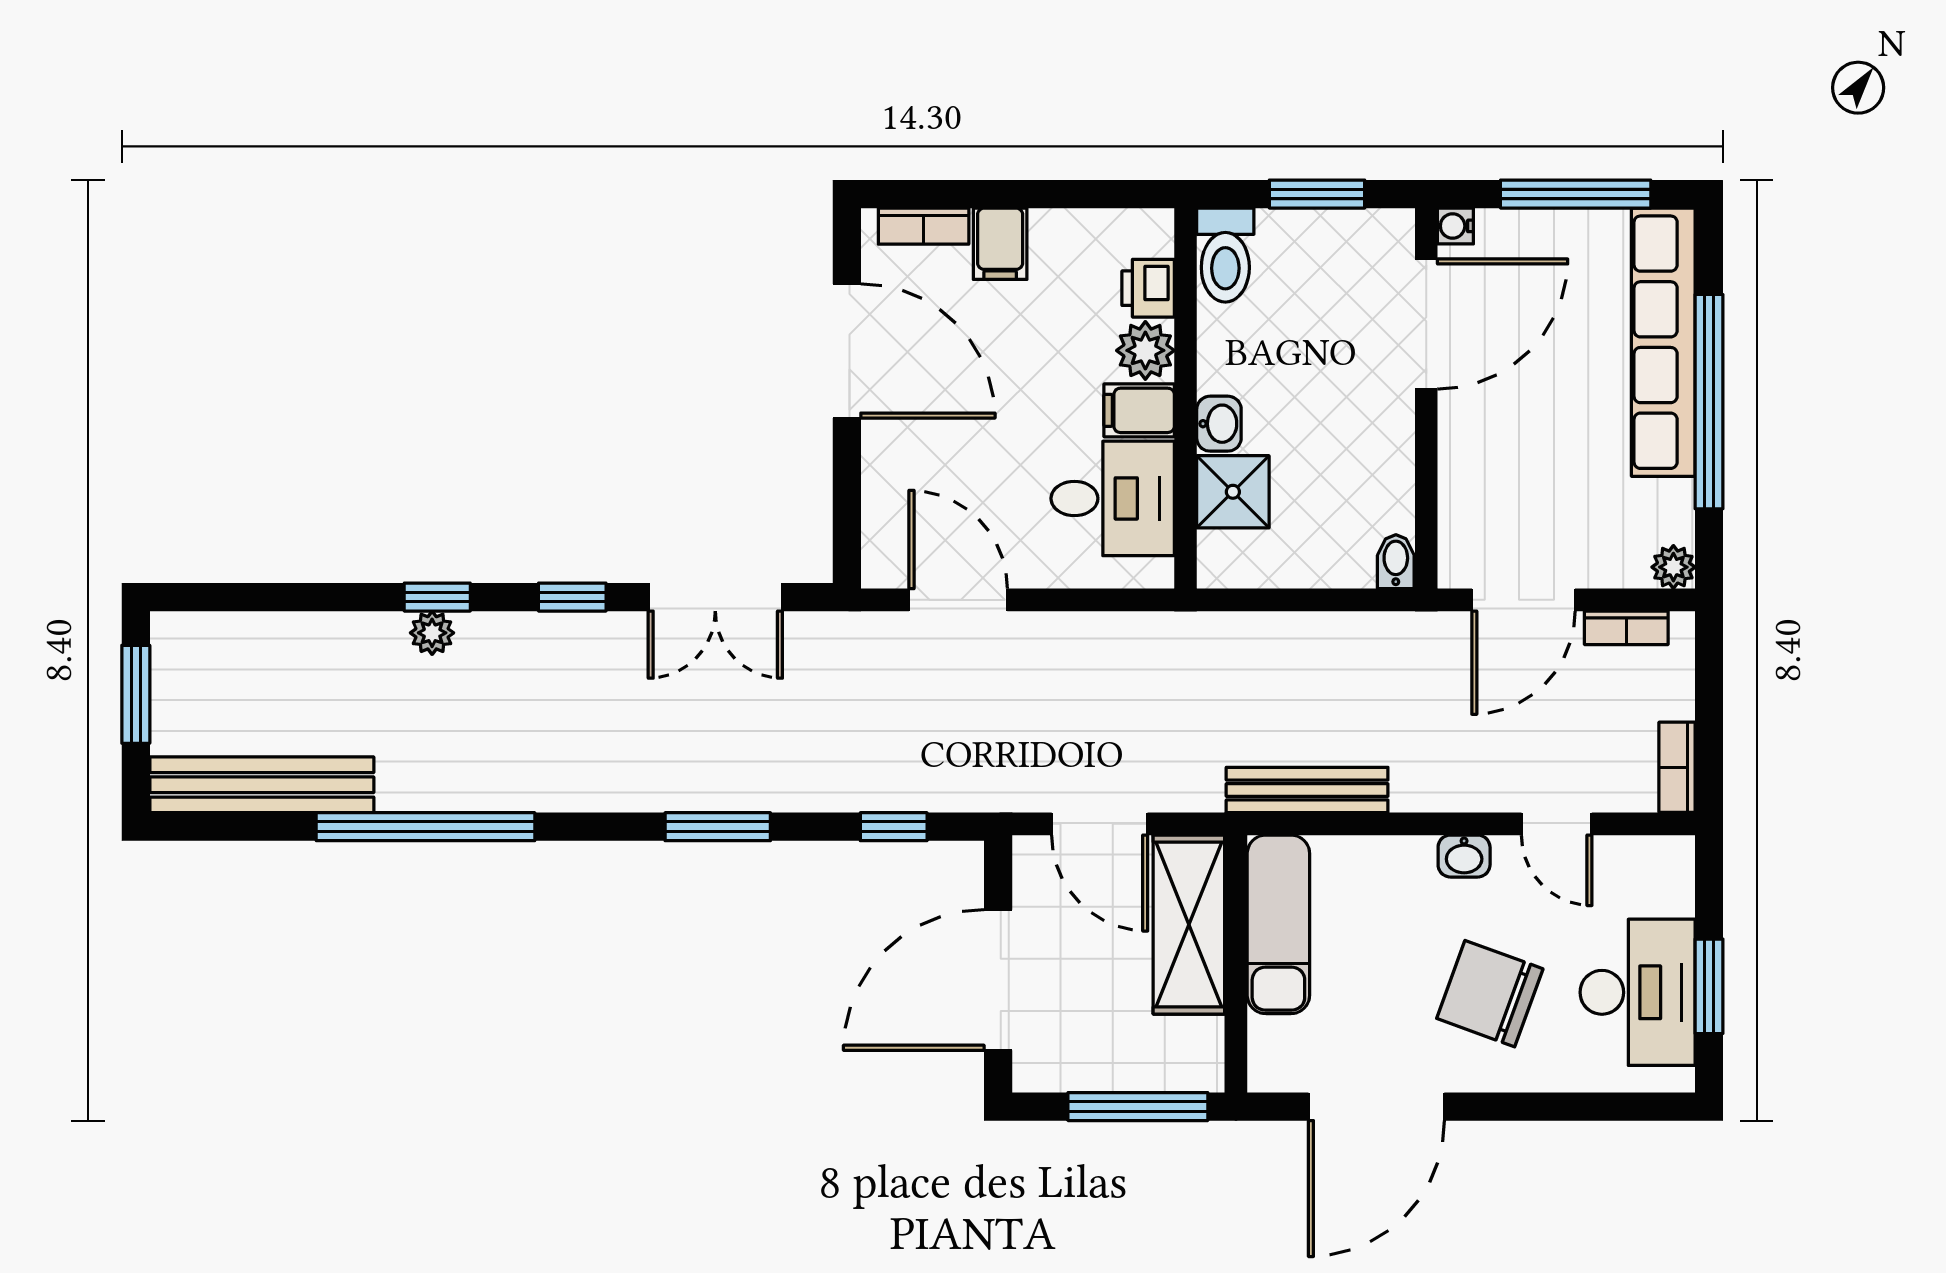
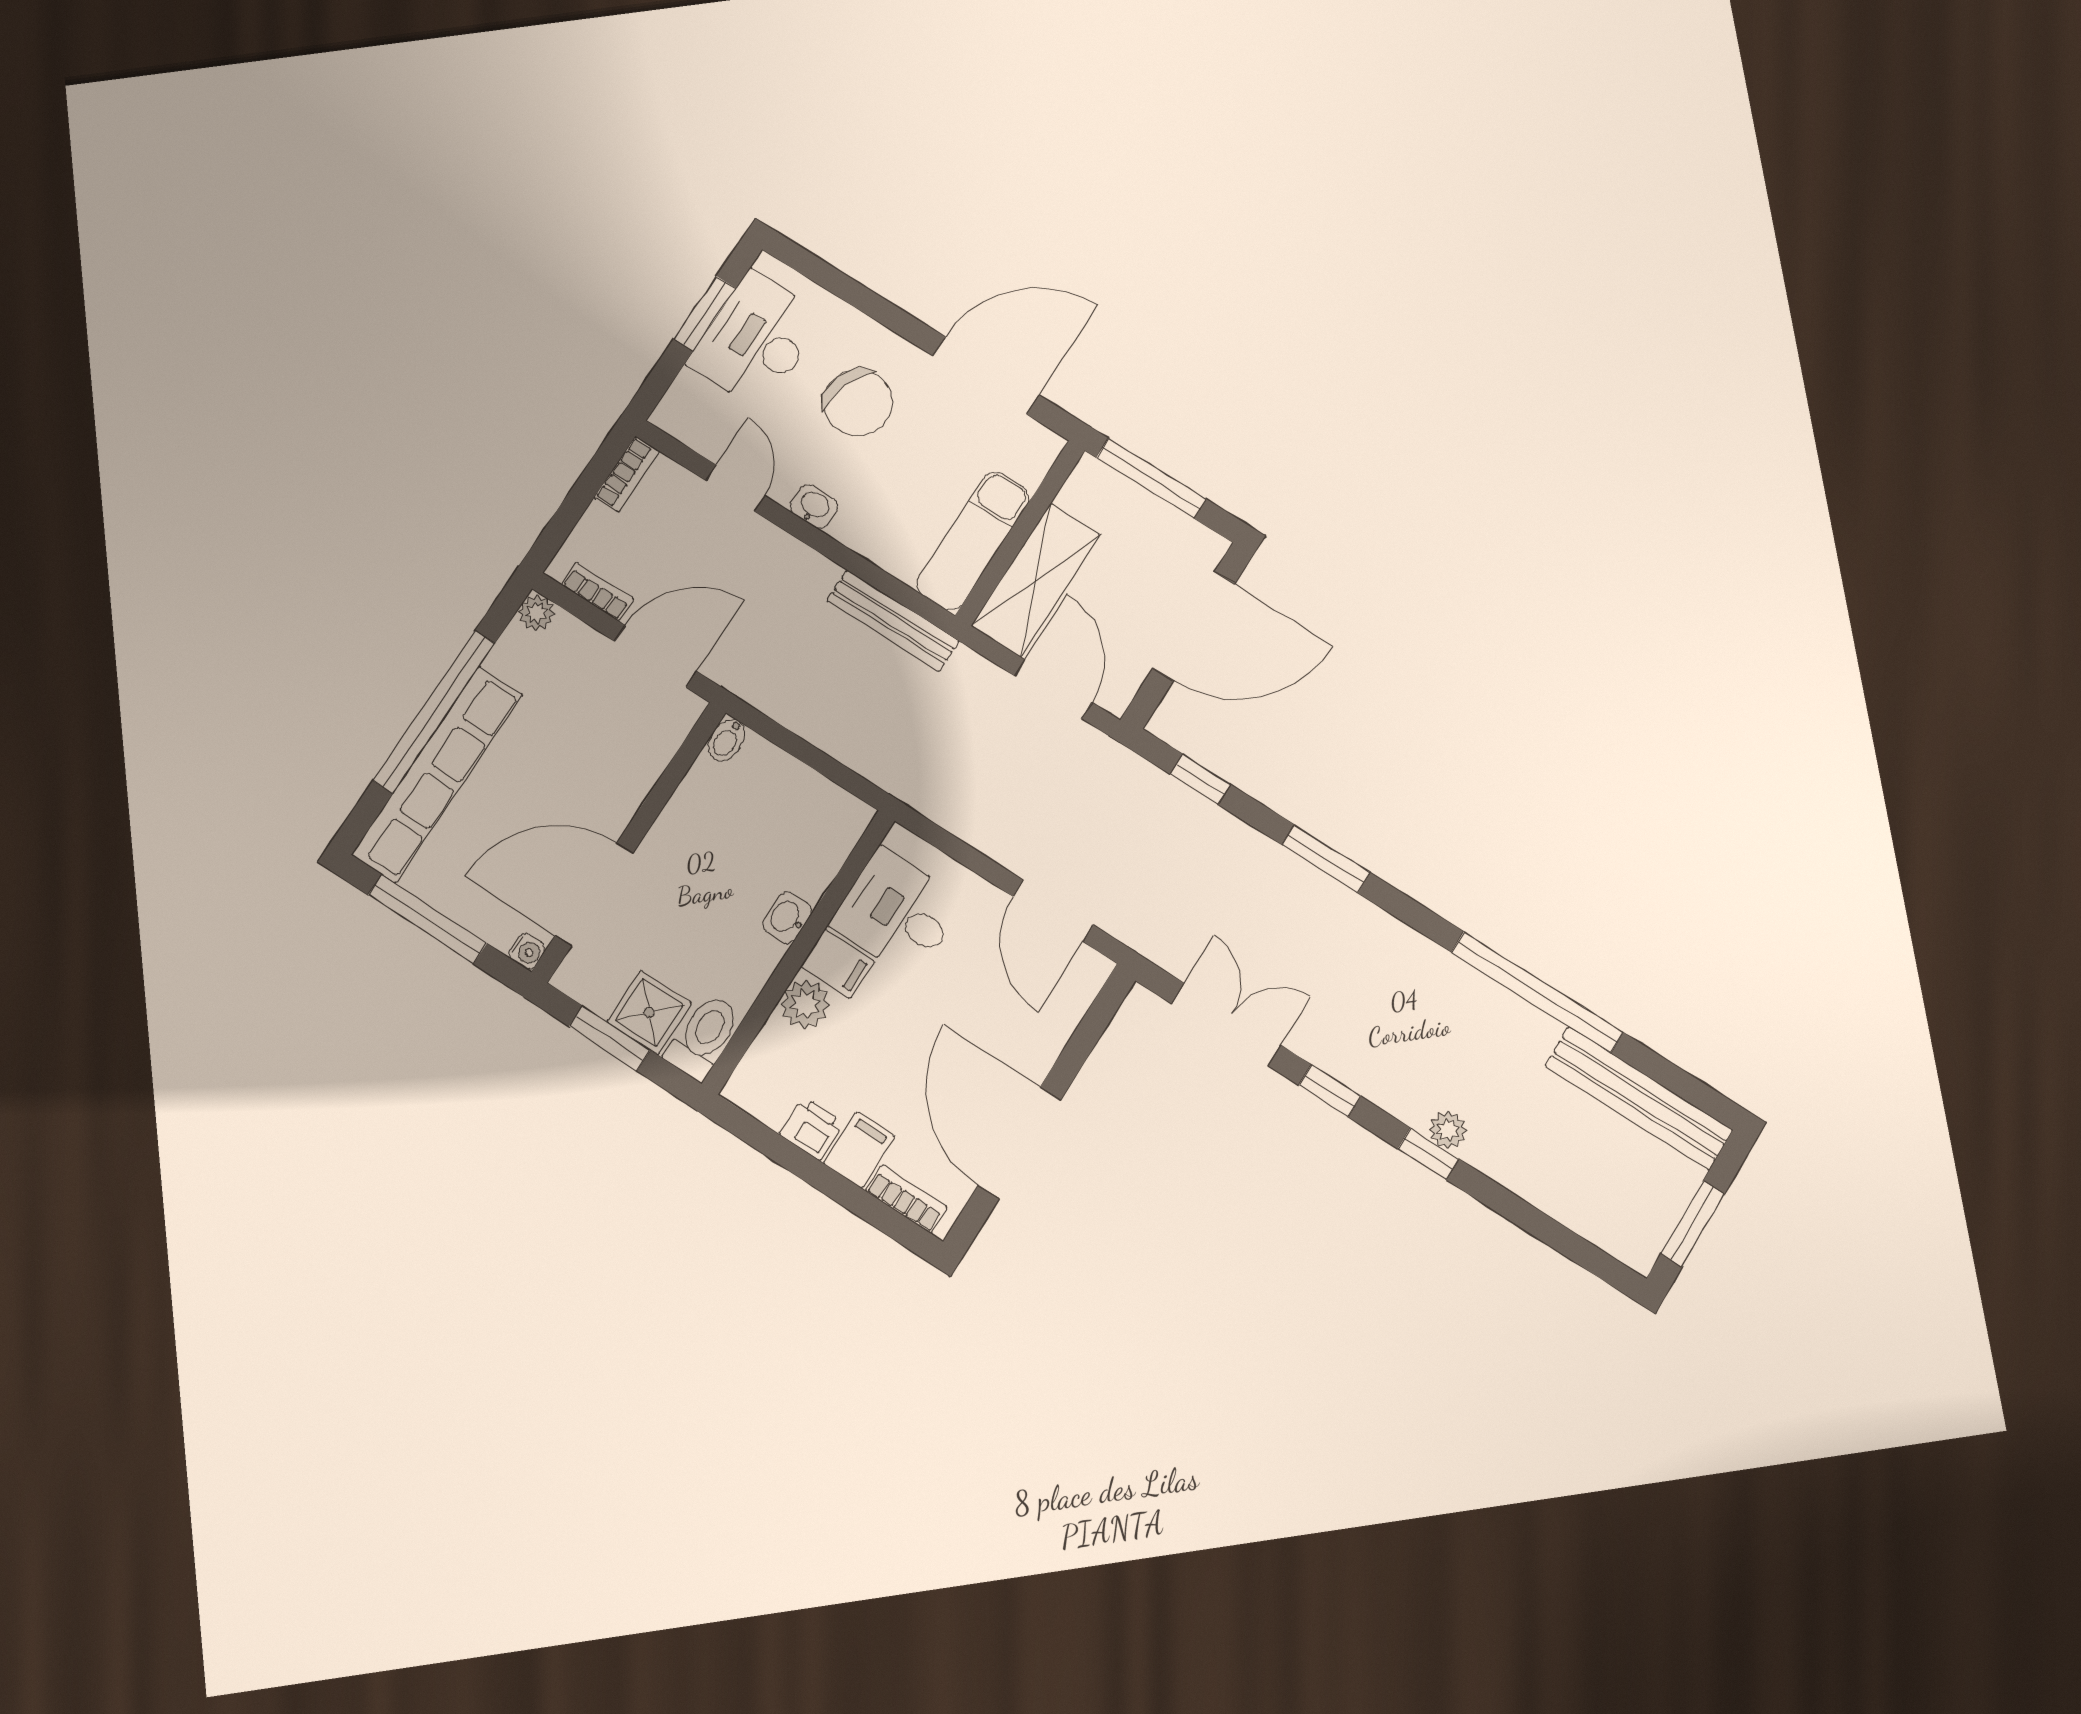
printer: (1148, 288) -> (812, 1129), moved, turned -90
shower: (1233, 492) -> (649, 1012), moved

